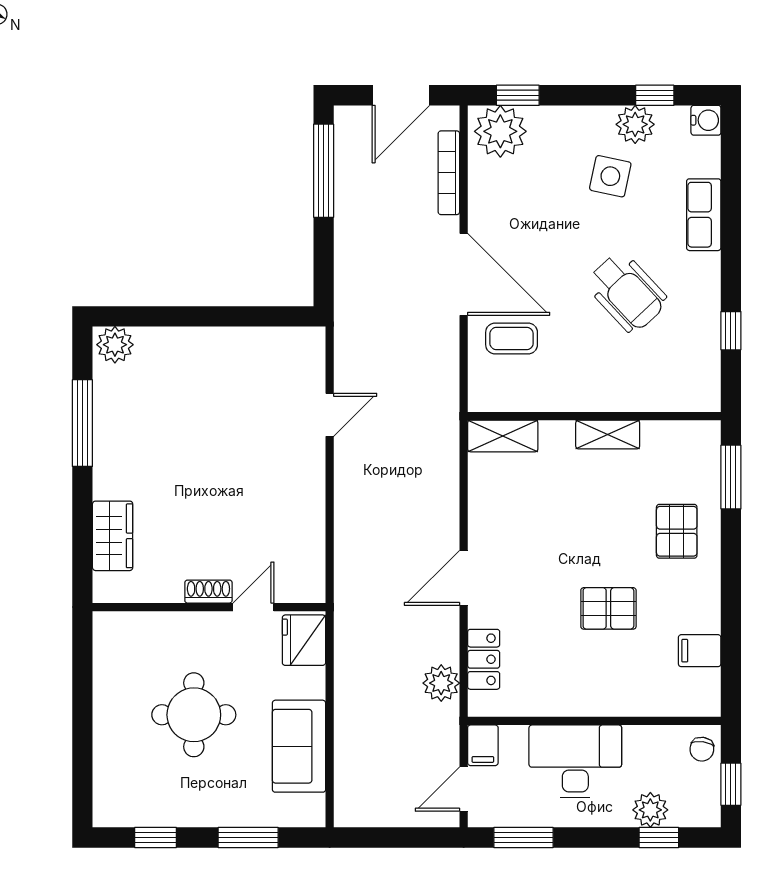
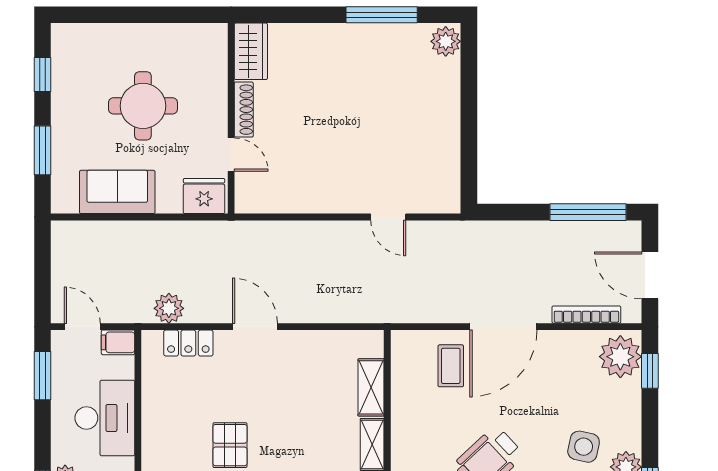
shelving: (503, 436) -> (371, 387), moved
wardrobe: (113, 536) -> (251, 51), moved, turned -90
shoe rack: (208, 592) -> (244, 110), width x1.43

